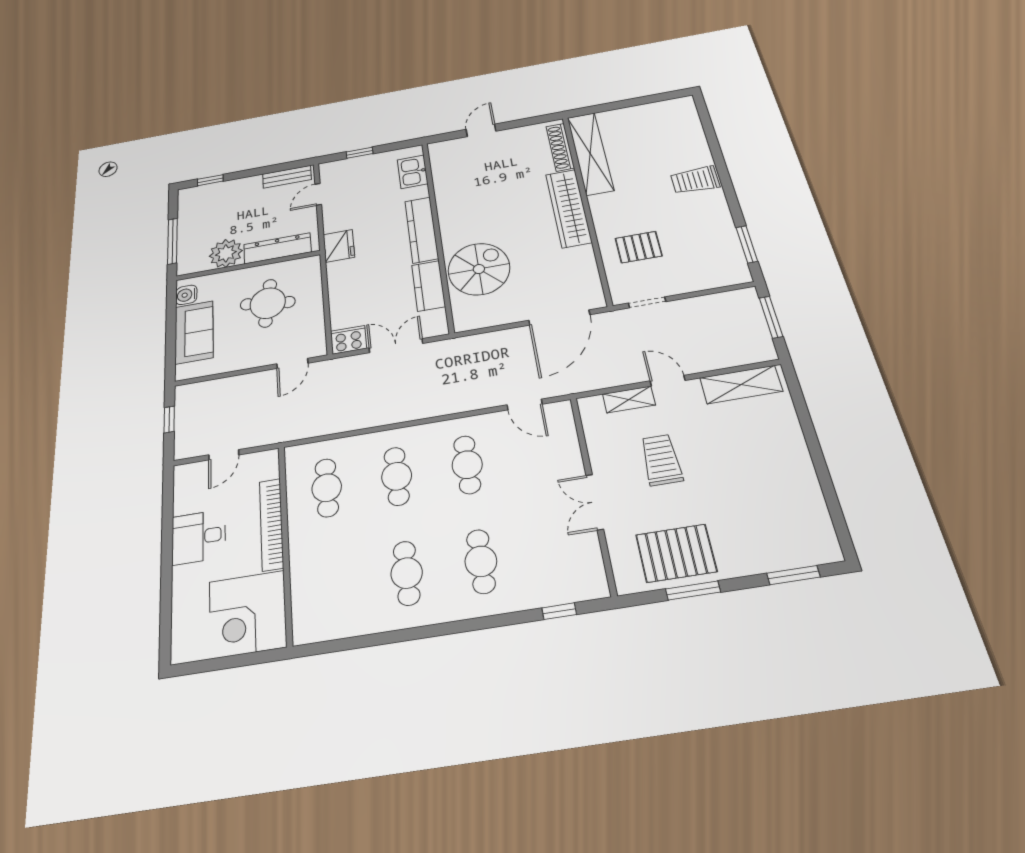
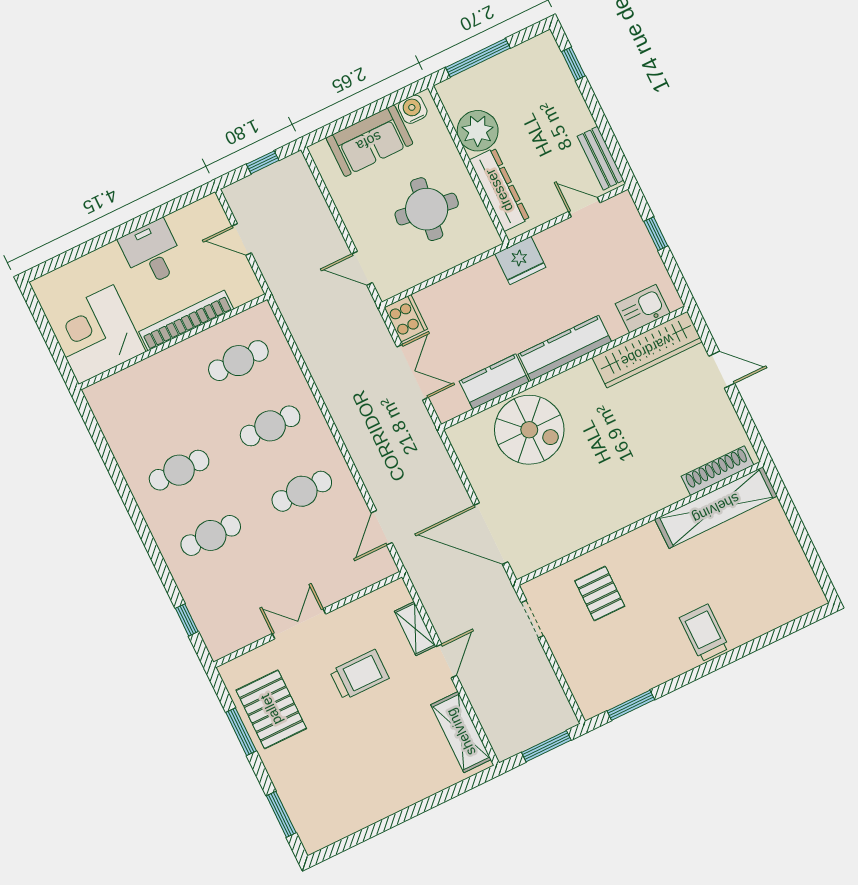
wardrobe: (569, 208) -> (647, 350), moved, turned 180

